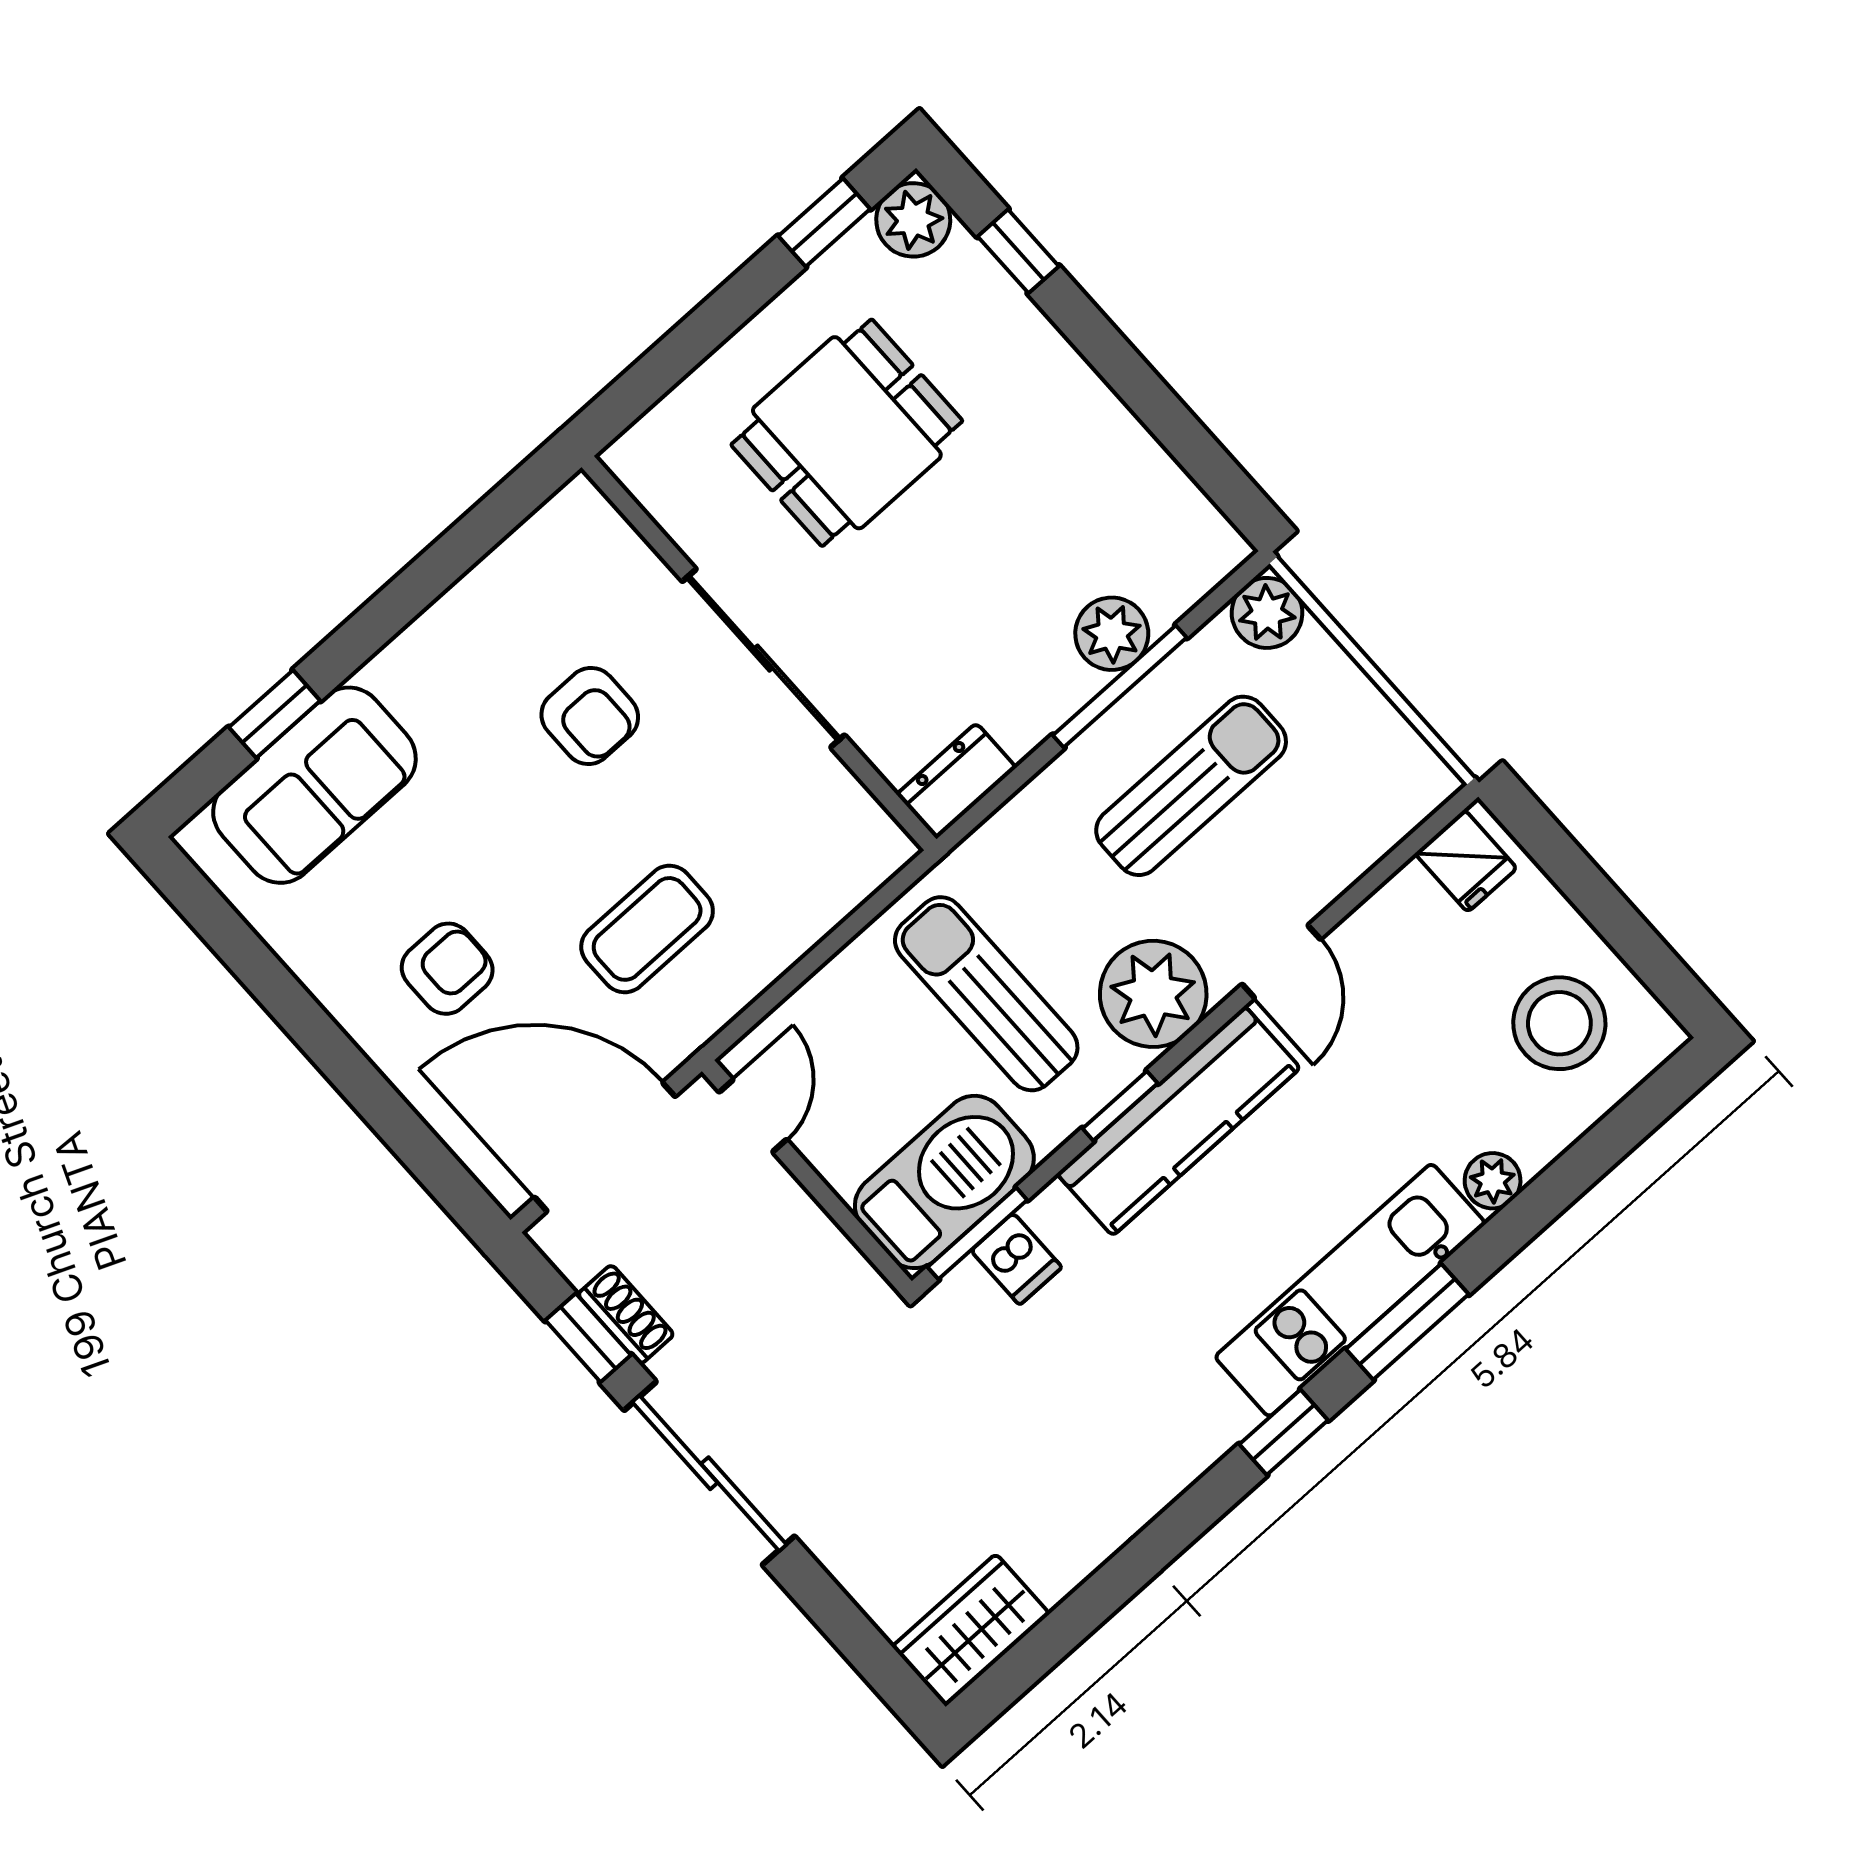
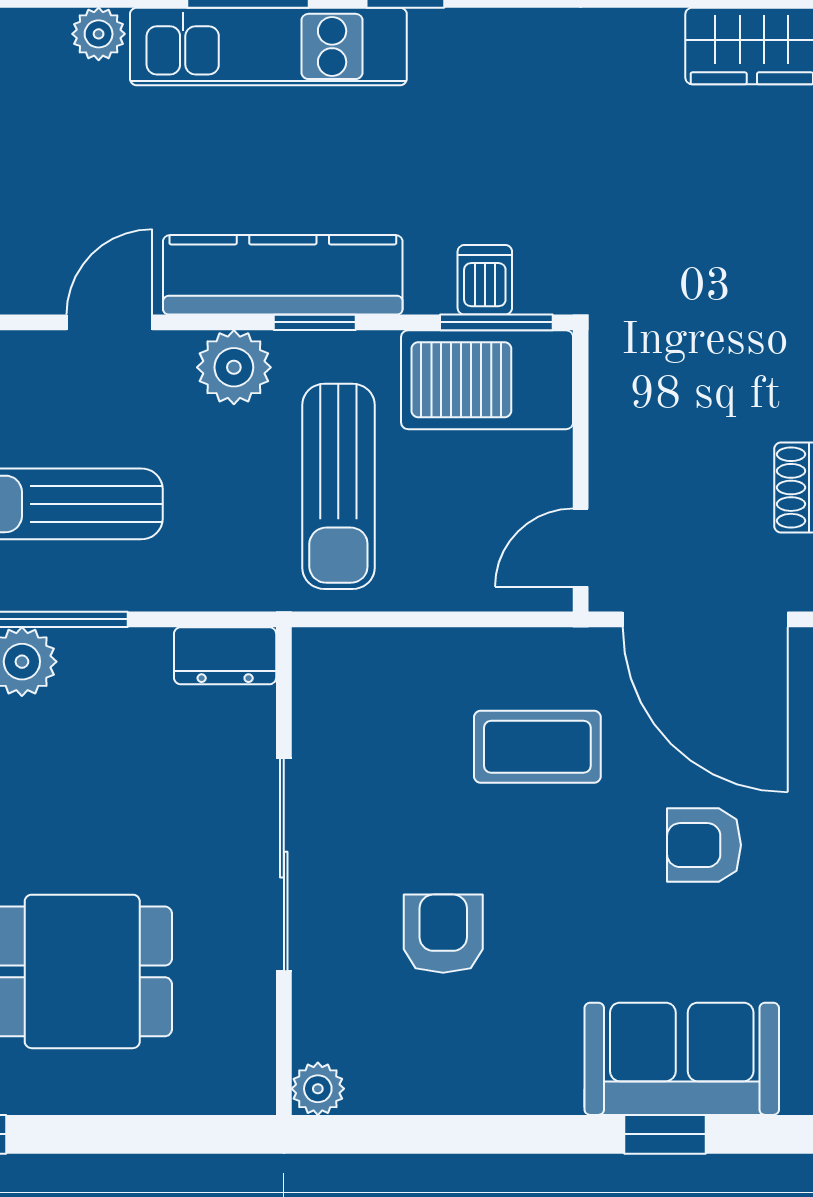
plant: (579, 506) -> (318, 1089), added
plant: (1153, 994) -> (234, 367), width x0.73, depth x0.73

